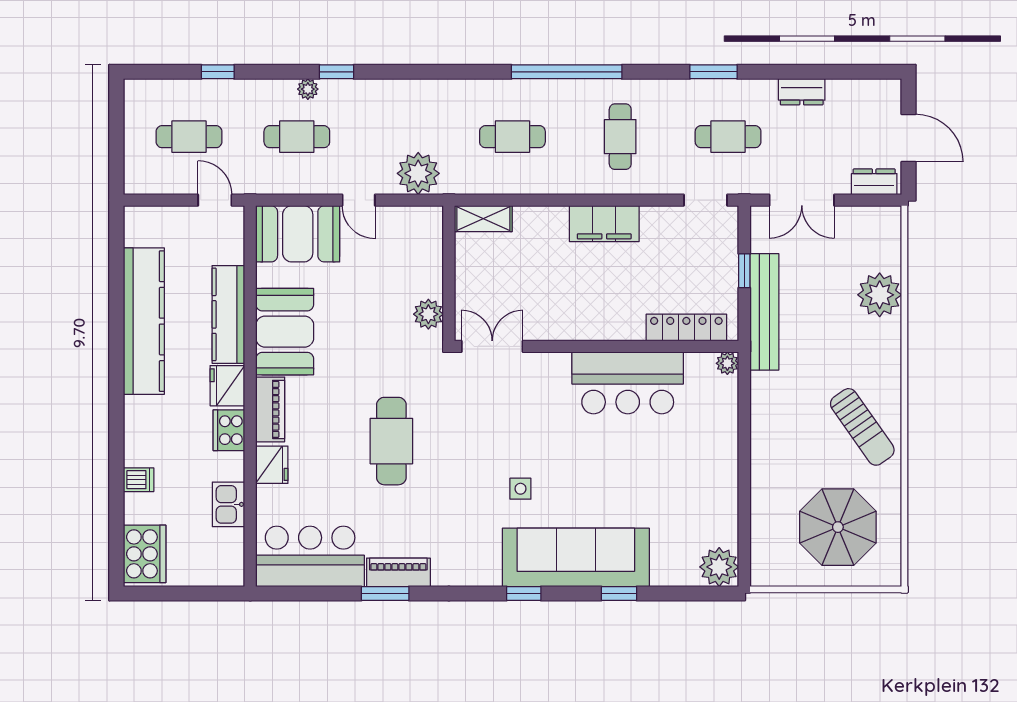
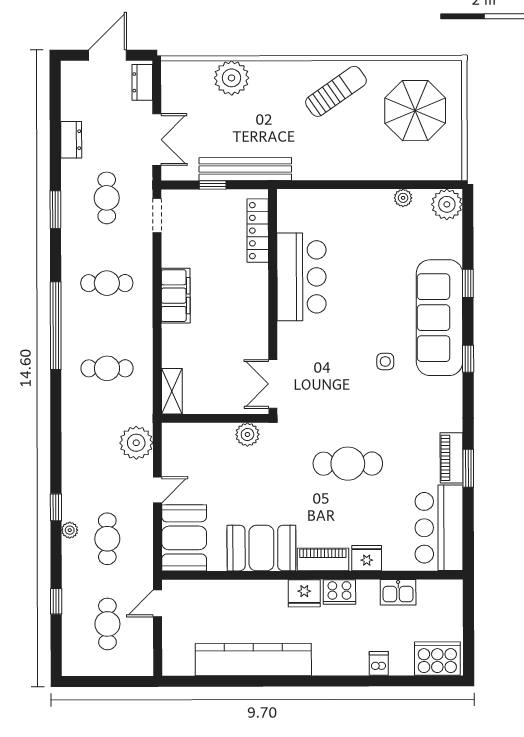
cafe table: (512, 137) -> (107, 368), turned 90
kitchen counter: (228, 314) -> (248, 593), removed
plant: (727, 363) -> (403, 198), moved

